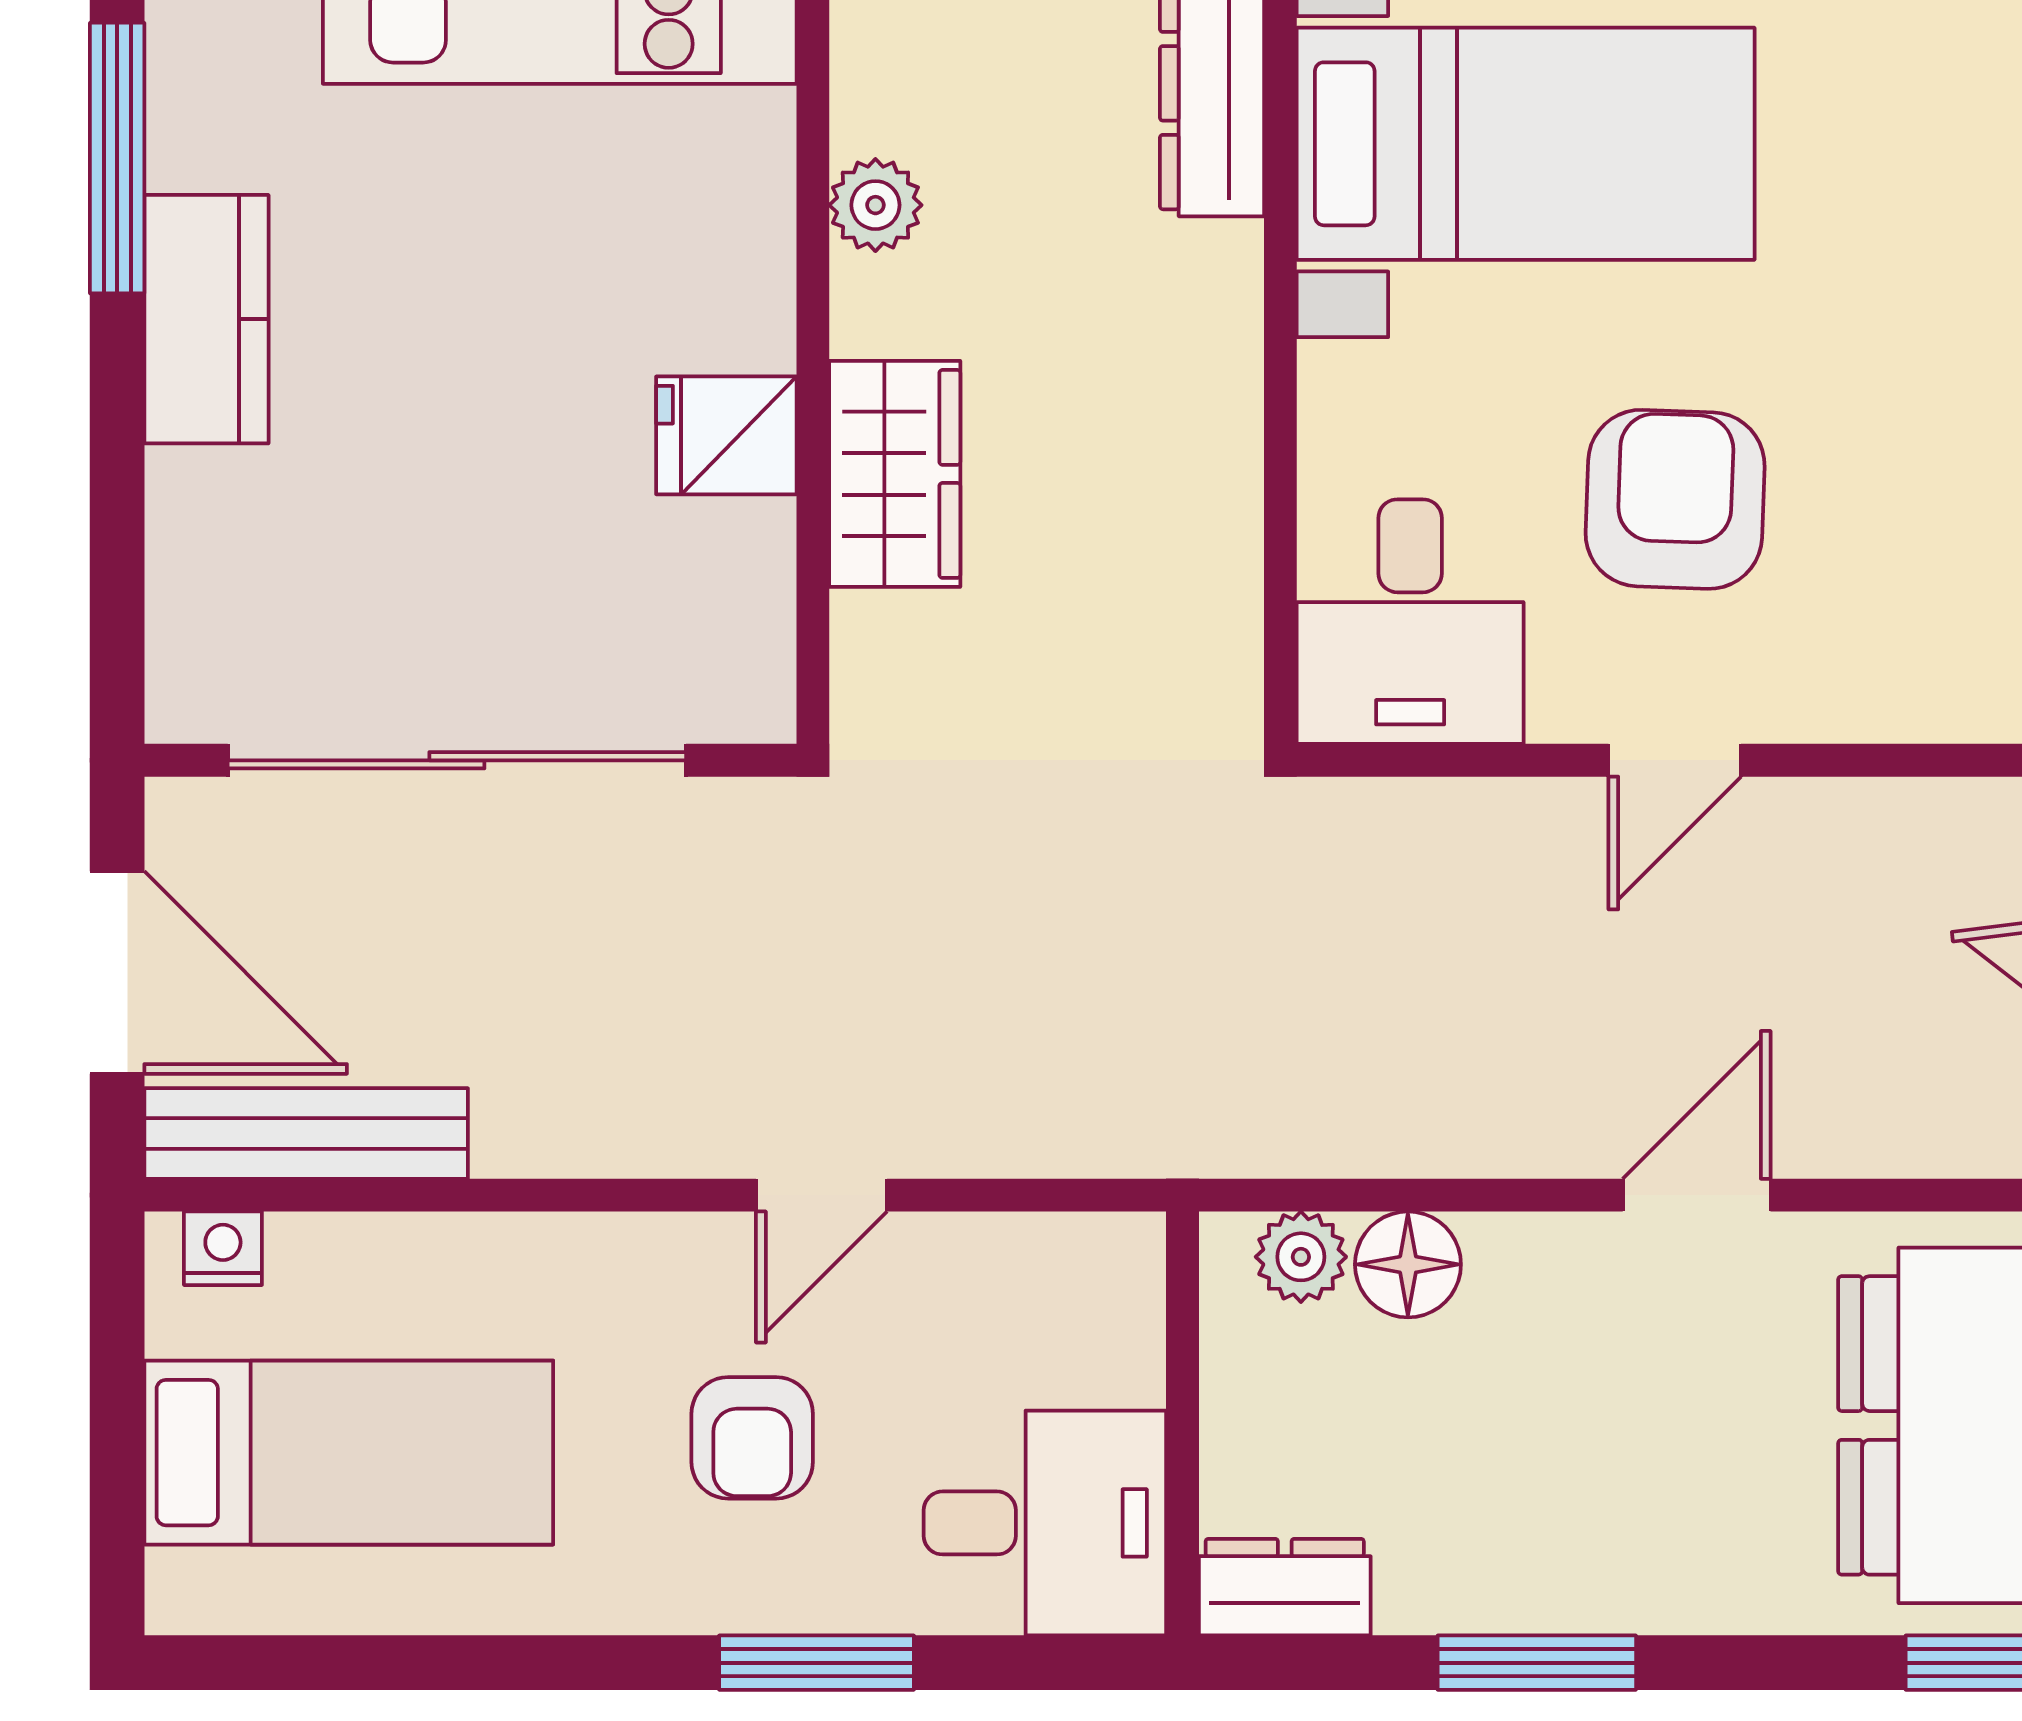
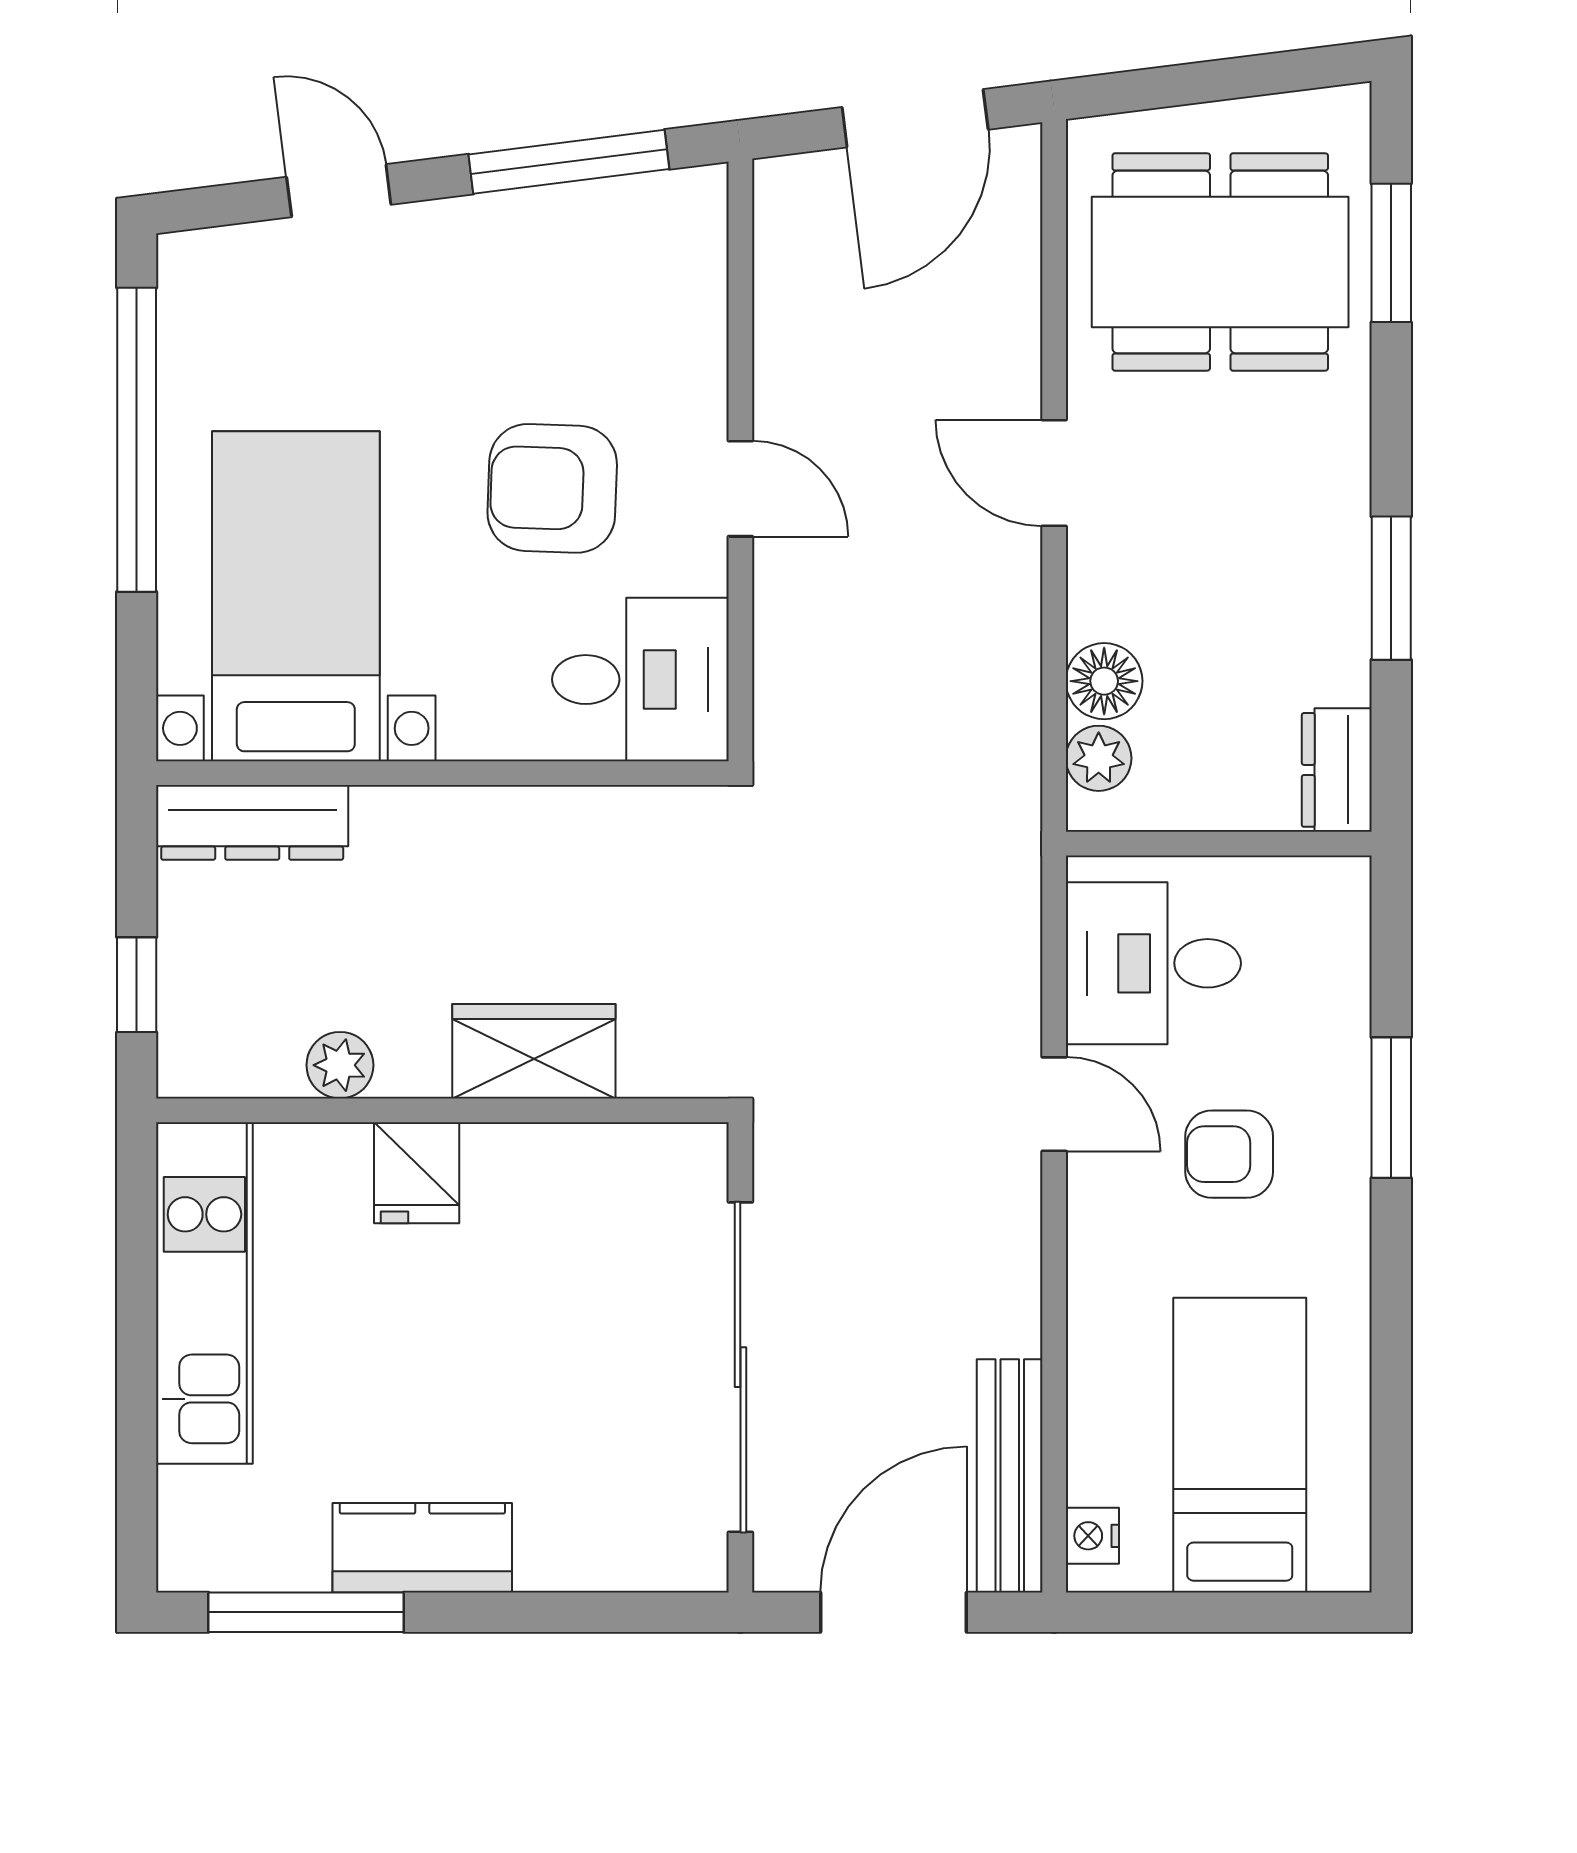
fridge: (726, 435) -> (417, 1173), moved
armchair: (752, 1438) -> (1229, 1154), turned 180
desk: (1045, 1523) -> (1153, 963), moved, turned -90

